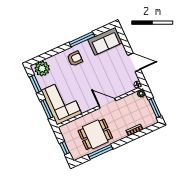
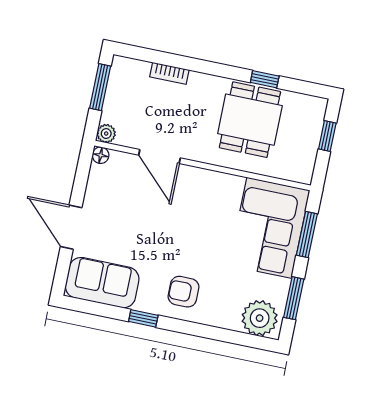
window: (82, 39) -> (143, 318), width x0.46
door: (134, 62) -> (71, 227), moved
door: (107, 103) -> (159, 157), moved
dining table: (95, 134) -> (250, 120), turned 90
window: (100, 152) -> (265, 79), width x0.46

